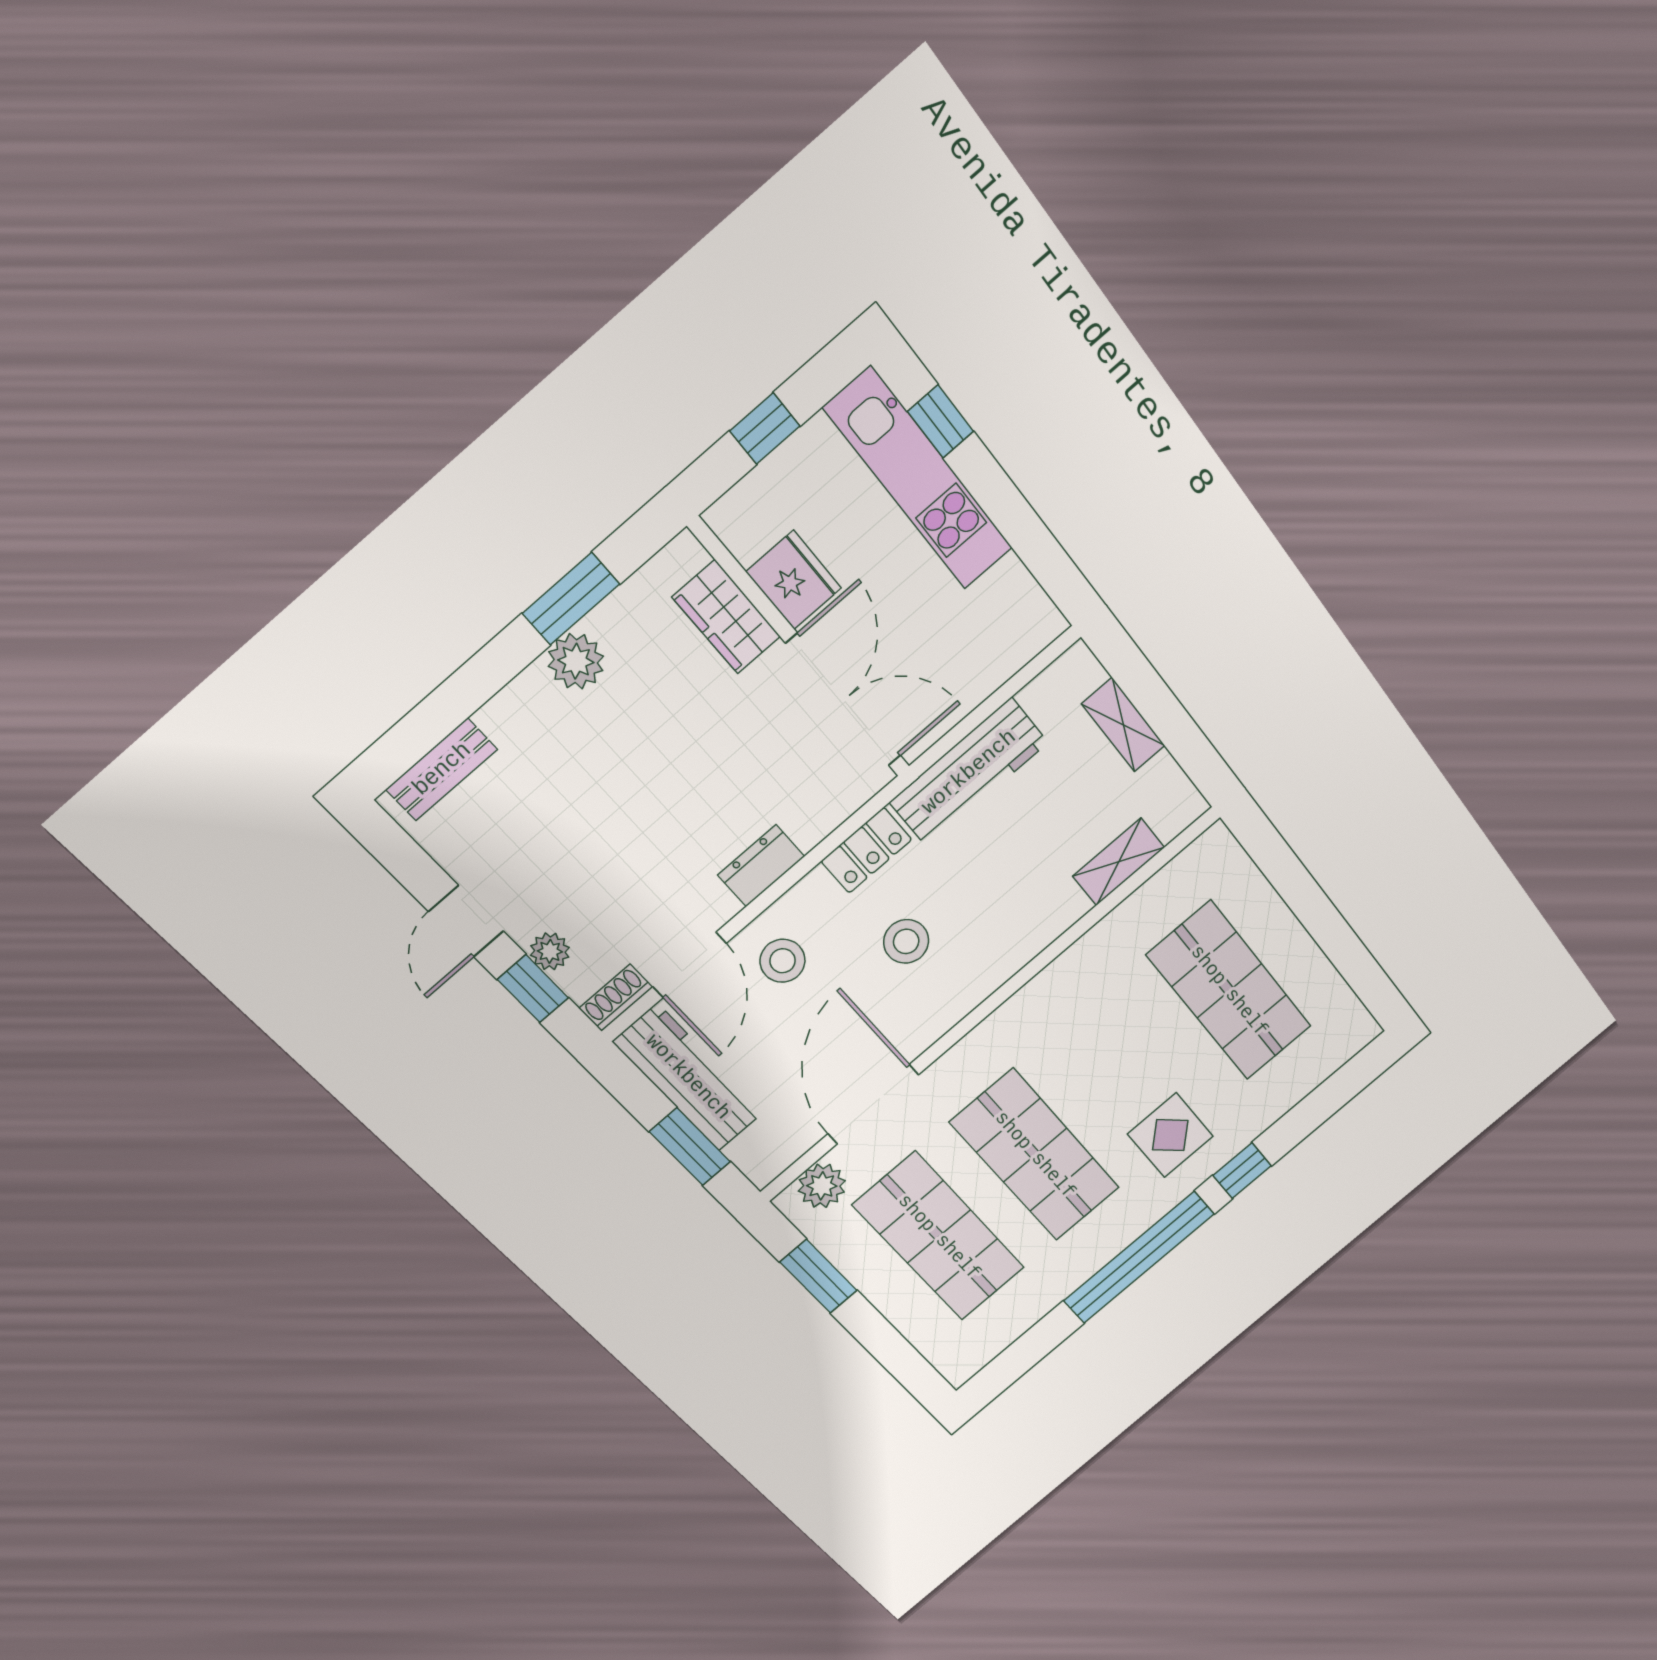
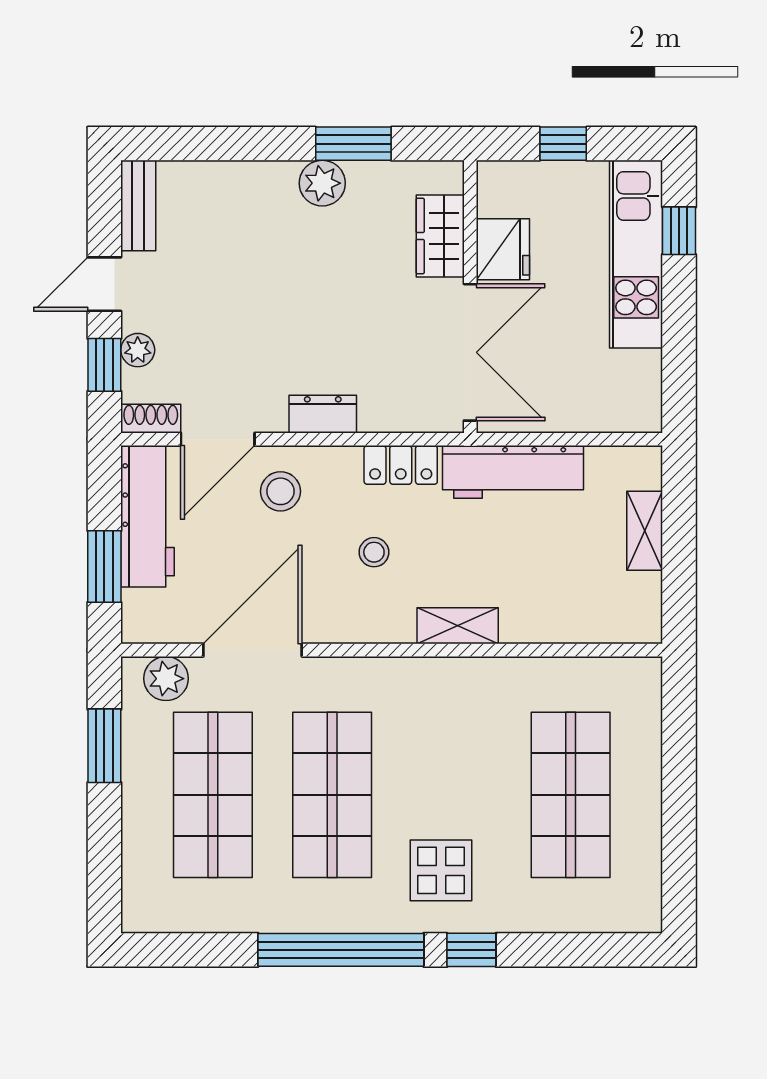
bench: (442, 769) -> (138, 206), moved, turned 90
shelving: (1119, 862) -> (458, 626), moved
stool: (906, 941) -> (374, 552), width x0.73, depth x0.73

